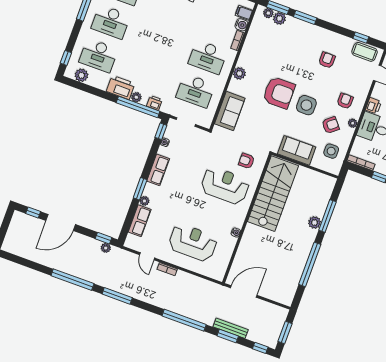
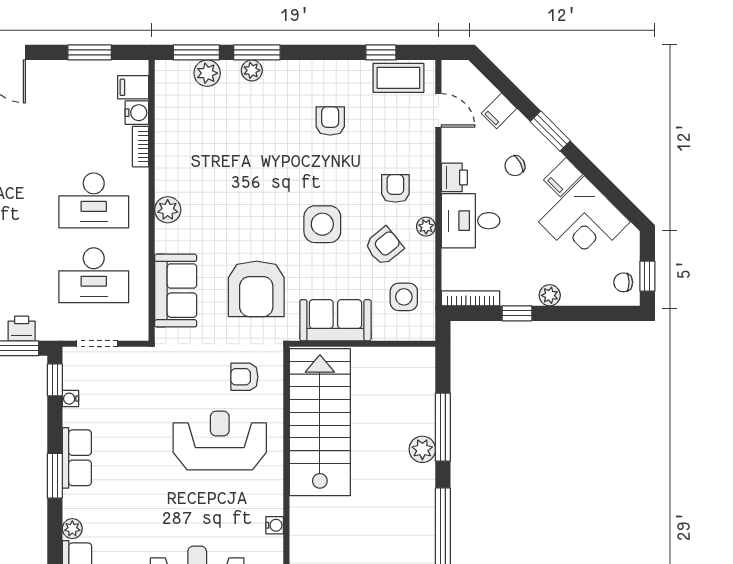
plant: (268, 13) -> (252, 70), moved
armchair: (279, 93) -> (256, 289), moved, turned 90
window: (140, 189) -> (55, 476), moved

